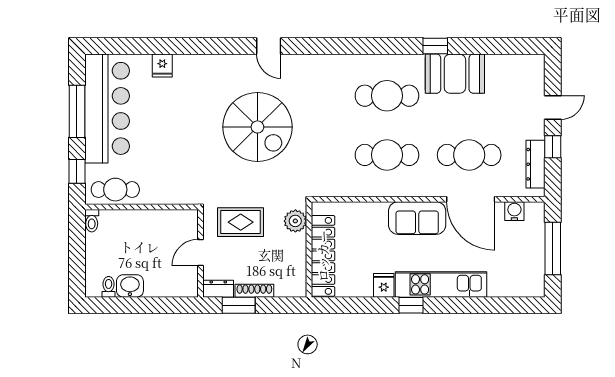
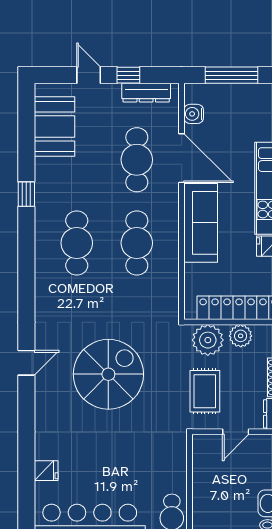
booth: (455, 74) -> (54, 126), moved
door: (471, 199) -> (182, 158), hinge flipped
sofa: (417, 218) -> (201, 223), width x1.36
plant: (295, 221) -> (208, 340), width x1.36, depth x1.36
door: (201, 253) -> (236, 432), hinge flipped
plant: (295, 257) -> (241, 336), added

